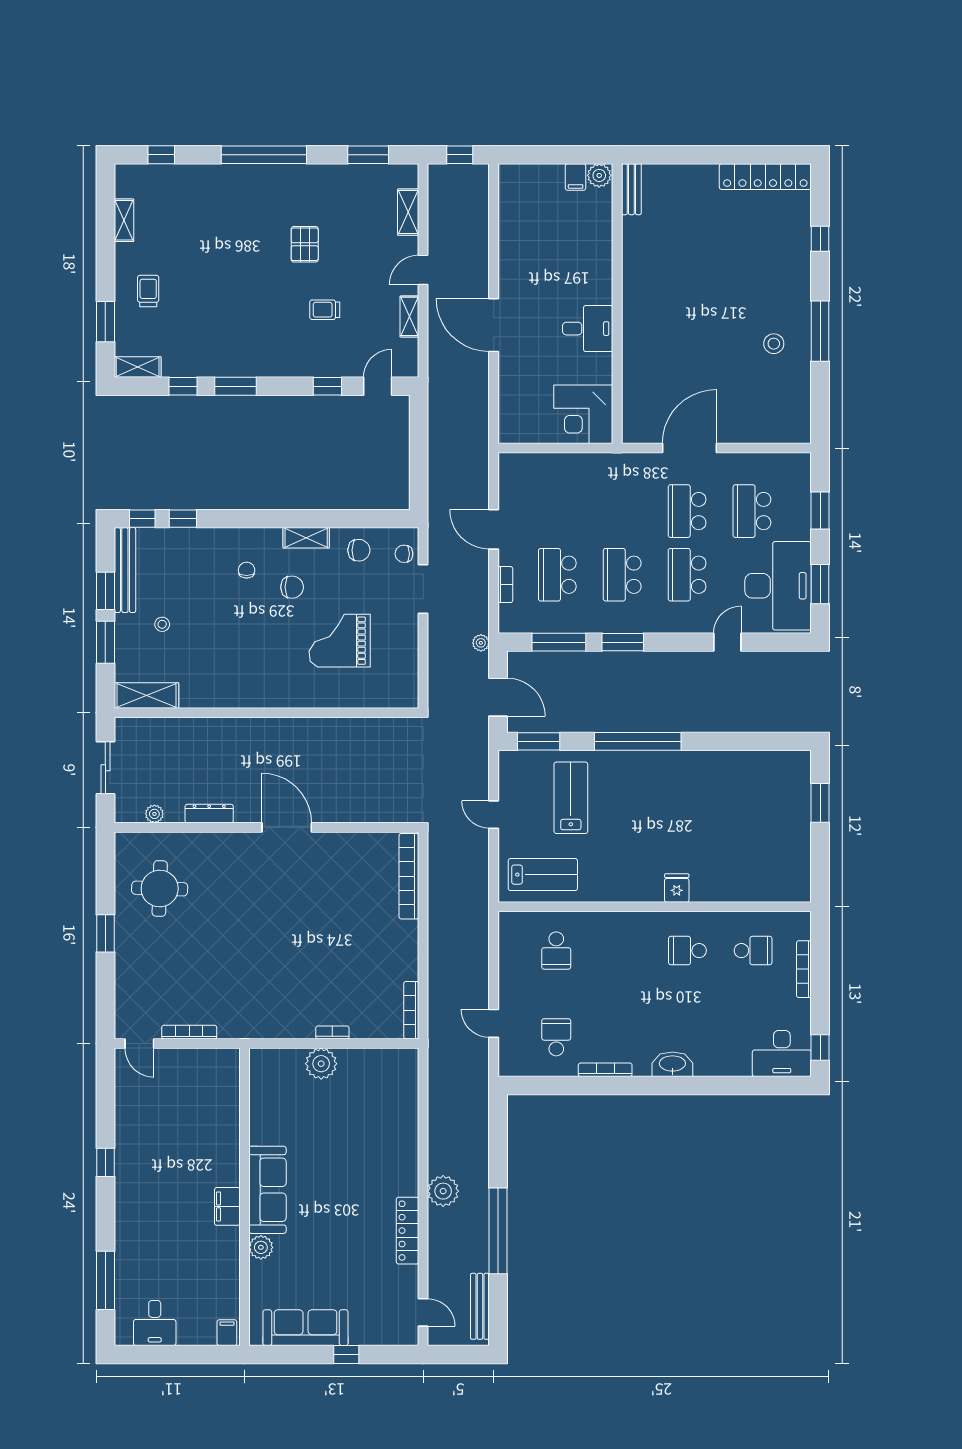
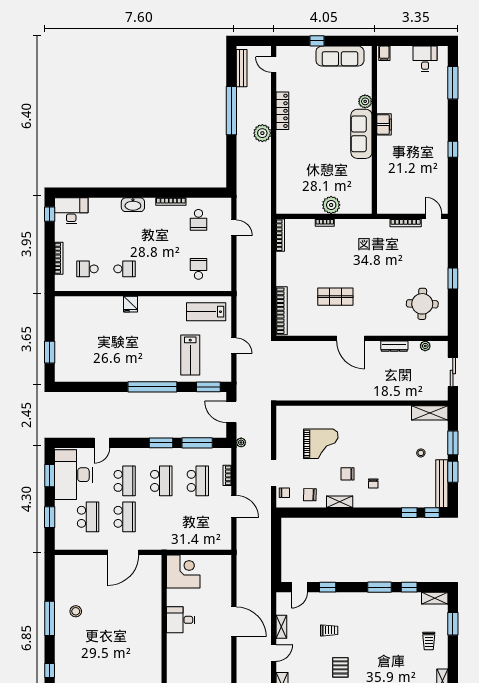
shop shelf: (314, 901) -> (335, 297), added

